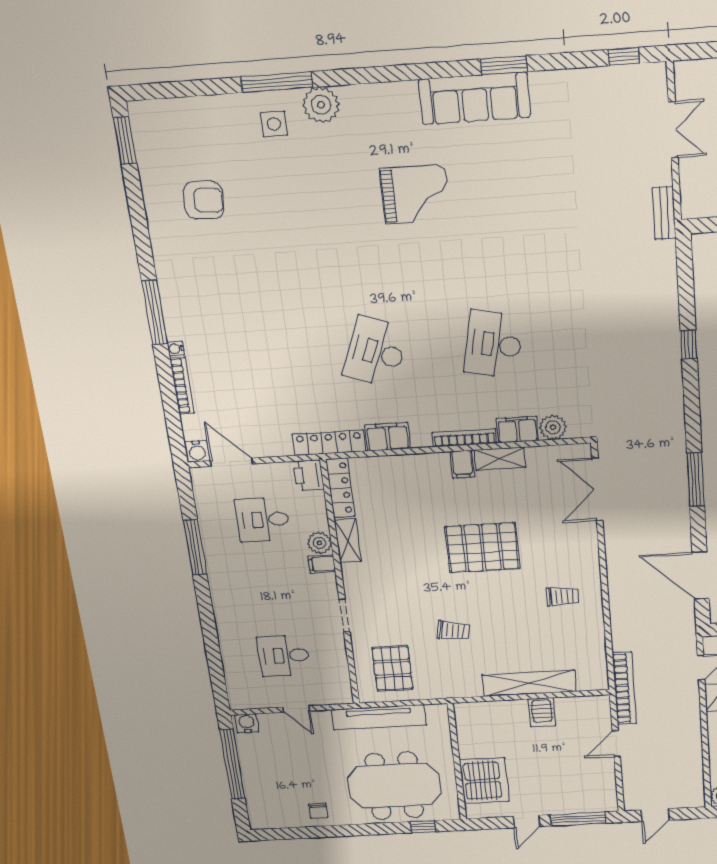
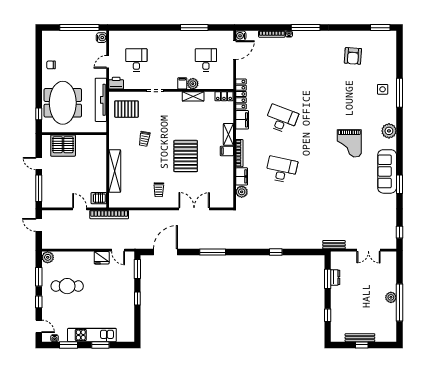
plant: (321, 105) -> (389, 131), moved
shelving: (500, 459) -> (228, 134), moved
printer: (309, 475) -> (116, 83), moved
locker: (340, 488) -> (224, 96), width x0.66
double door: (597, 489) -> (194, 209), moved
server rack: (542, 712) -> (99, 198), moved

